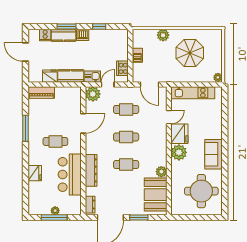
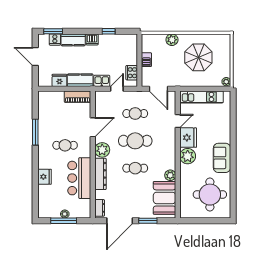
window: (67, 27) -> (53, 31), moved
piano: (41, 92) -> (78, 97), moved
plant: (93, 94) -> (102, 150), moved
cafe table: (126, 137) -> (135, 141), width x1.37, depth x1.35

